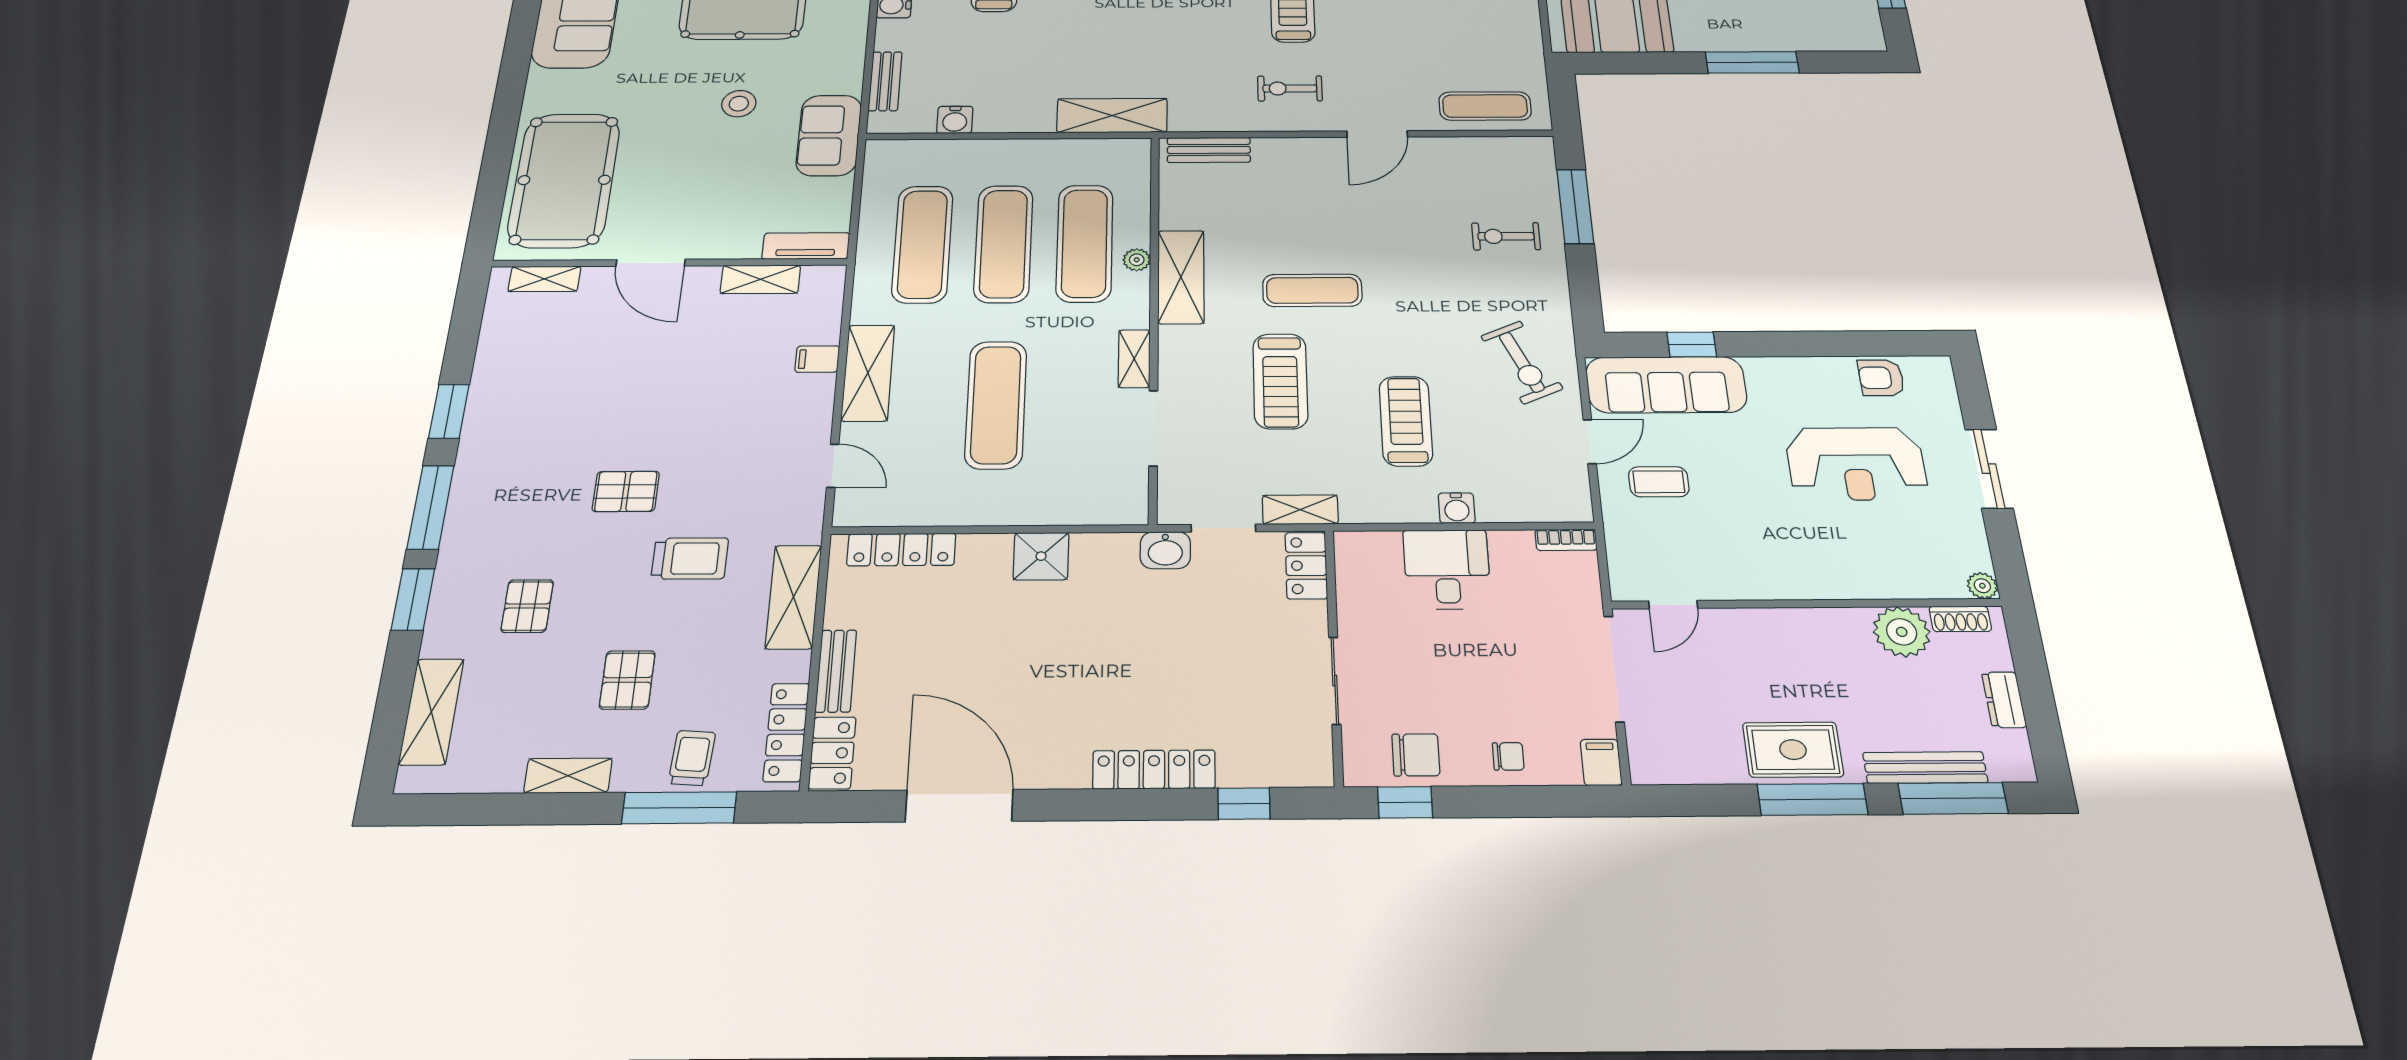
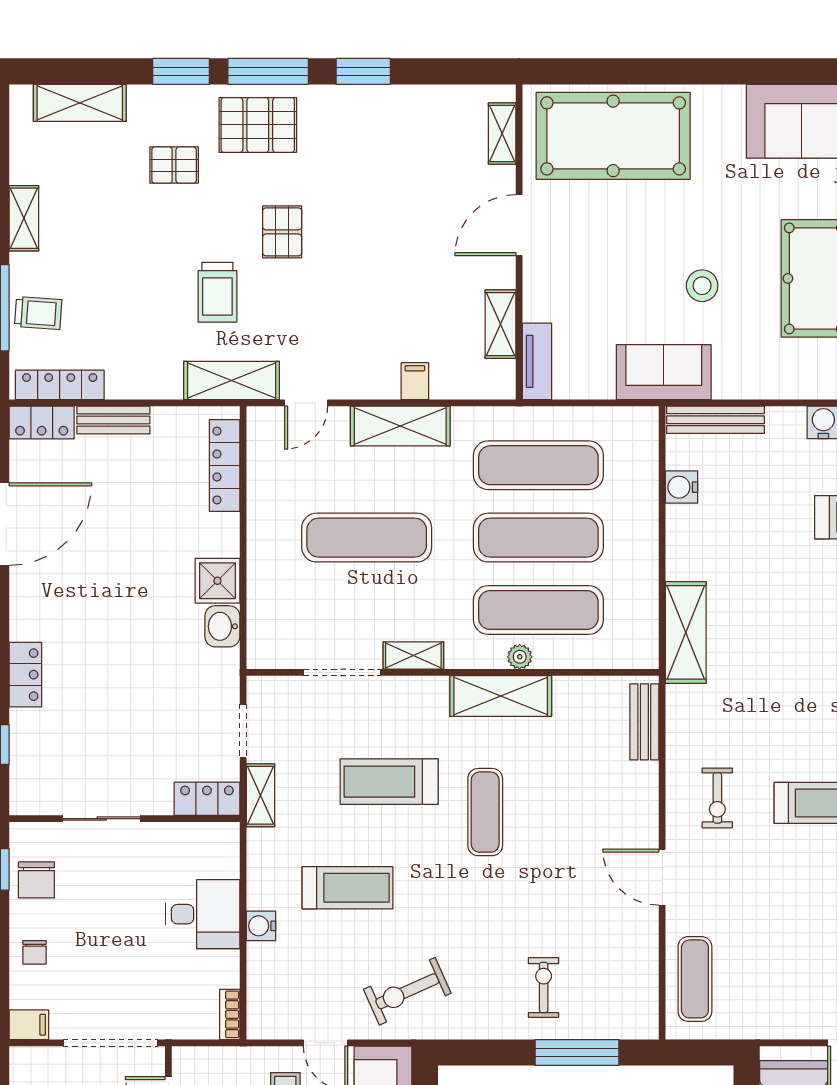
bench: (885, 81) -> (715, 420), width x1.36
exercise bike: (1290, 88) -> (717, 798), turned 180
washbasin: (1165, 550) -> (222, 626), moved
shelving: (794, 597) -> (232, 380), moved
pallet: (627, 680) -> (258, 125), moved, width x1.50, depth x1.42
locker: (1154, 770) -> (25, 675), width x0.66

